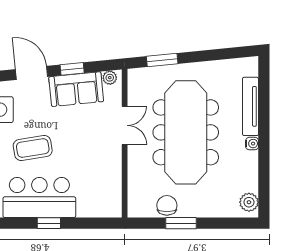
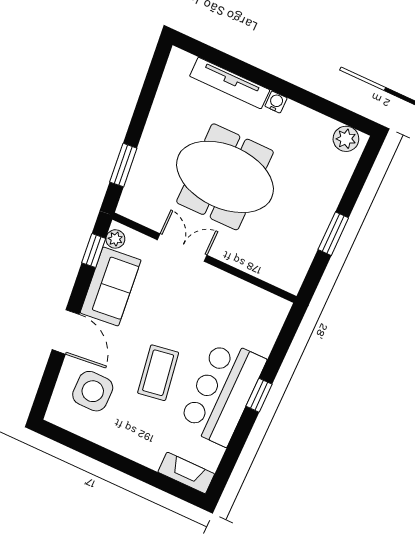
window: (72, 69) -> (94, 251), moved
door: (32, 73) -> (66, 332), swing flipped
meeting table: (186, 132) -> (225, 177), width x0.73
chair: (167, 205) -> (304, 241), removed

